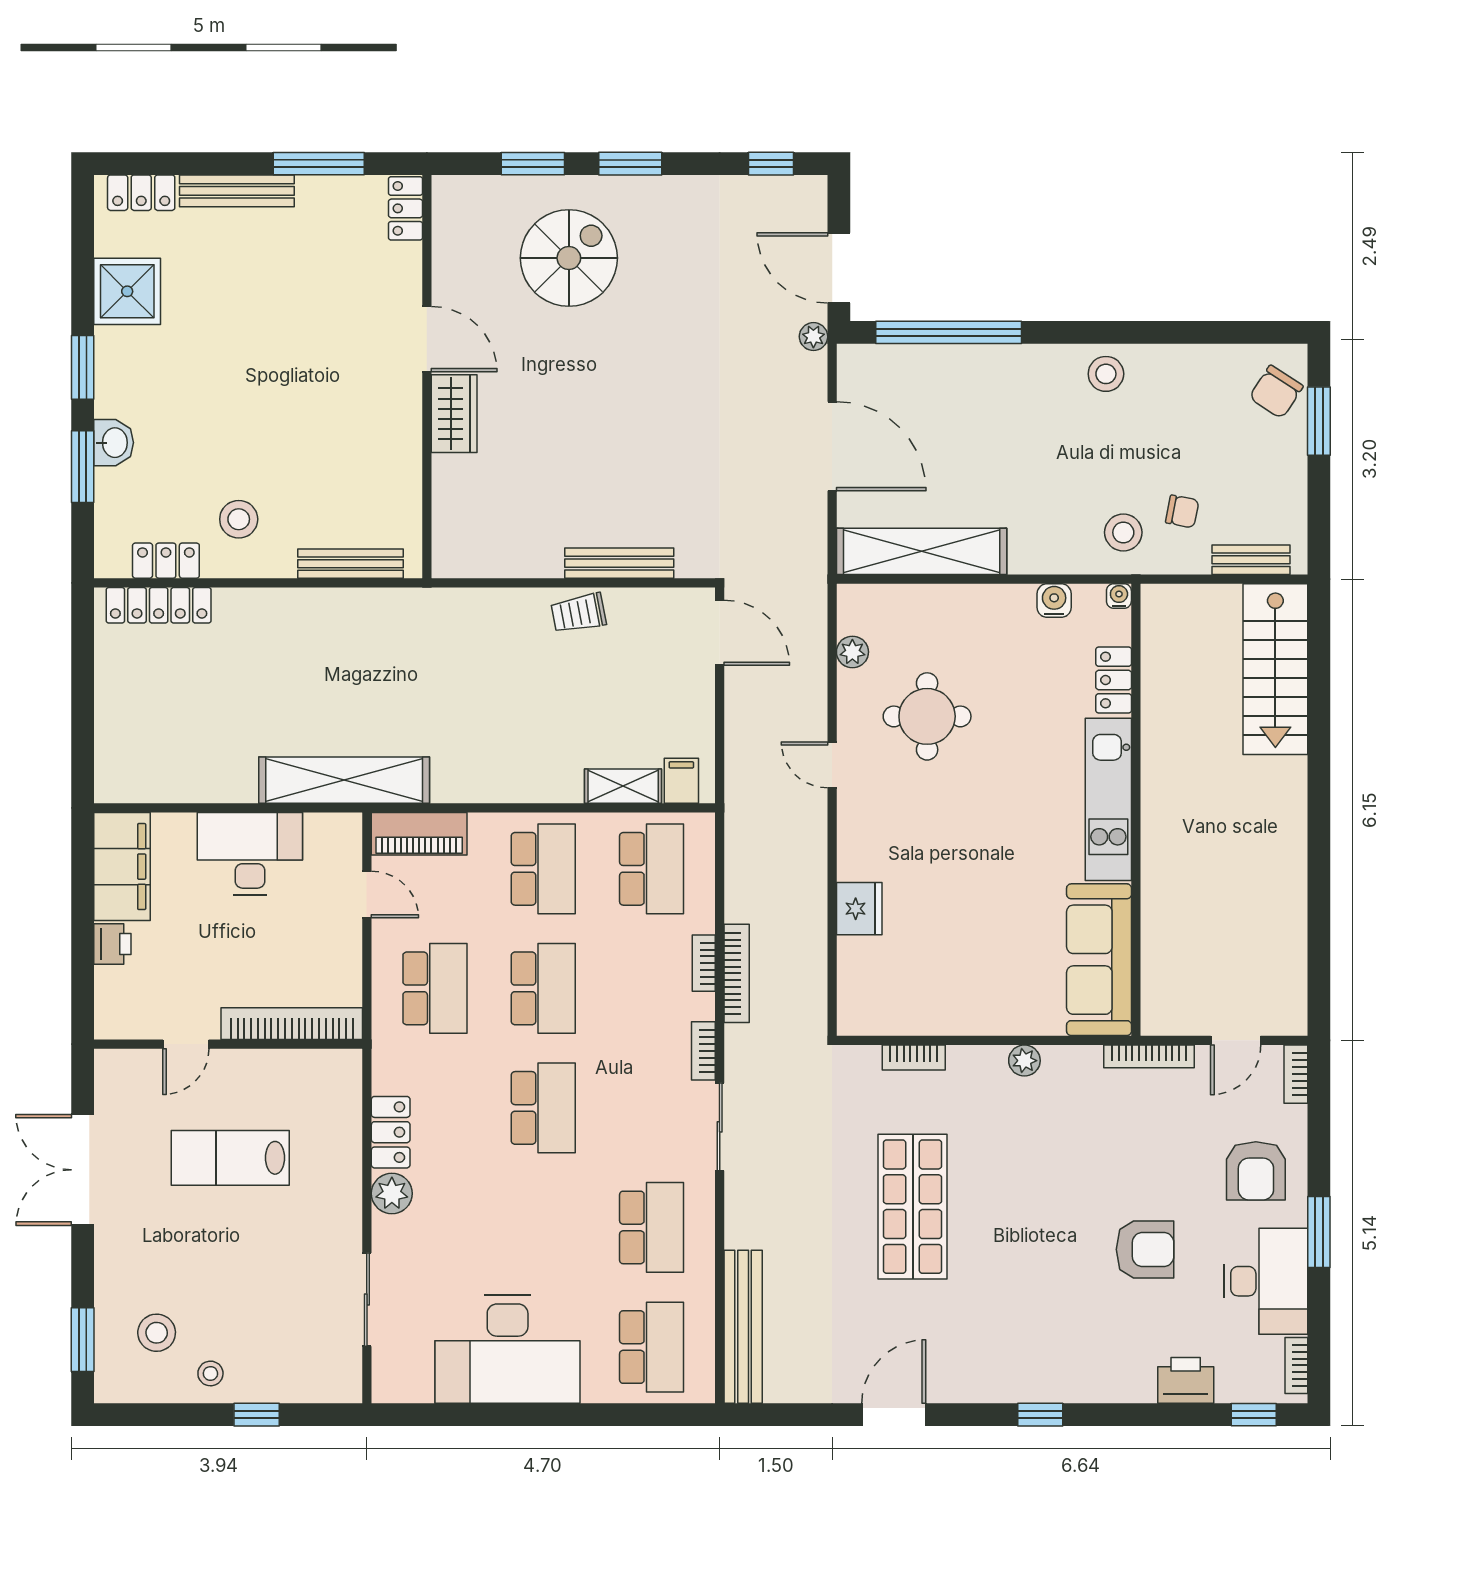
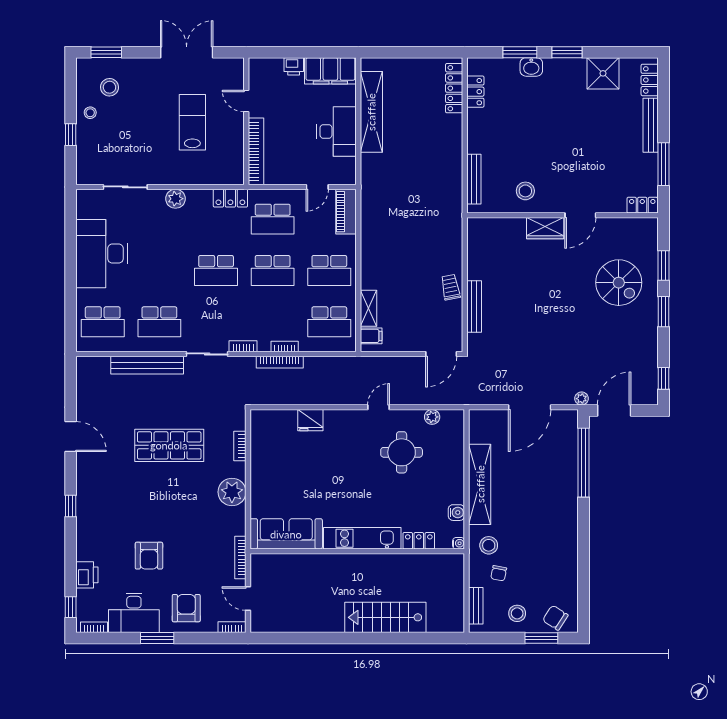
stool: (1106, 374) -> (517, 613), moved
stool: (239, 519) -> (525, 191), moved
shelving: (922, 551) -> (480, 484), moved
stairs: (1275, 669) -> (385, 617), moved
shelving: (344, 780) -> (371, 112), moved
plant: (1024, 1061) -> (232, 492), width x1.88, depth x1.88
locker: (391, 1132) -> (230, 198), moved
armchair: (1256, 1171) -> (186, 608), turned 90
bench: (743, 1327) -> (147, 365), moved

